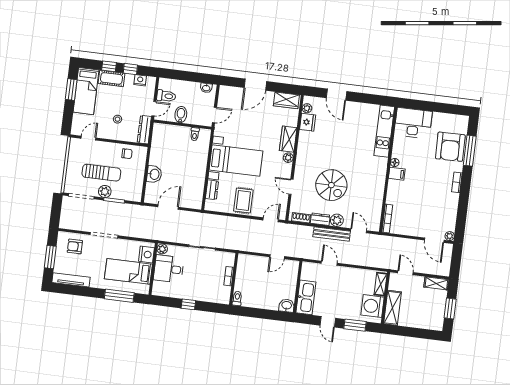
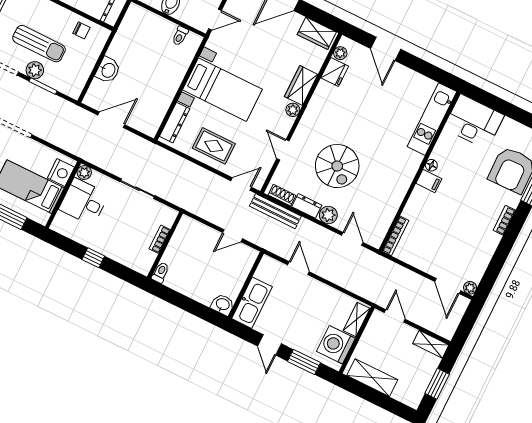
dresser: (212, 190) -> (175, 123), width x1.44
rug: (243, 201) -> (214, 146), turned 90
bench: (332, 234) -> (275, 211), moved
shelving: (392, 308) -> (372, 378), moved, turned 90

